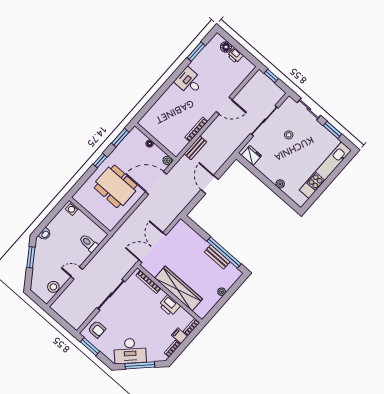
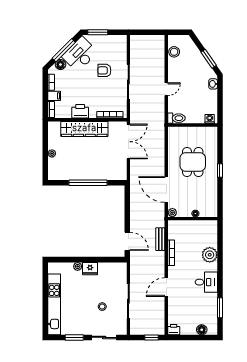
printer: (235, 55) -> (174, 330), moved
plant: (167, 101) -> (210, 255), added
window: (120, 138) -> (220, 199), removed
fridge: (251, 156) -> (90, 269), moved
door: (156, 183) -> (166, 190), swing flipped
door: (210, 184) -> (127, 241), moved
dining table: (116, 186) -> (193, 162), width x0.73
toilet: (89, 243) -> (176, 118), moved
window: (224, 253) -> (88, 183), moved
bench: (217, 257) -> (77, 176), removed
door: (77, 273) -> (166, 89), moved
armchair: (97, 329) -> (104, 70), moved
window: (90, 347) -> (98, 32), moved
floor lamp: (152, 356) -> (60, 65), added

